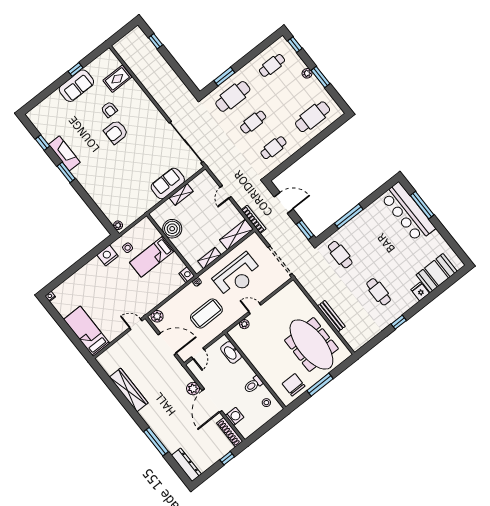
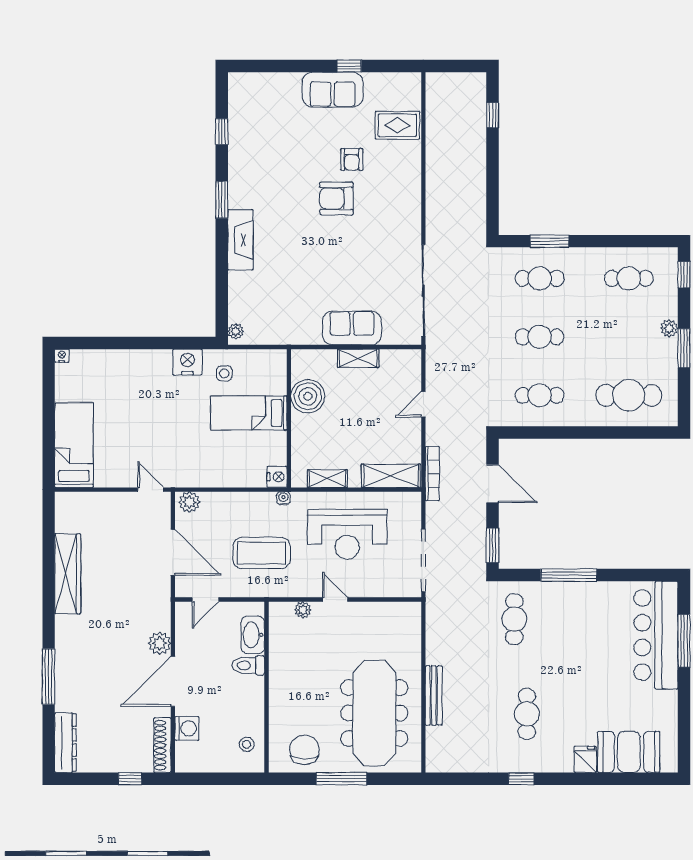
cafe table: (233, 96) -> (540, 278), width x0.73, depth x0.74
fireplace: (64, 153) -> (240, 240), moved
toilet: (253, 385) -> (248, 665), moved

